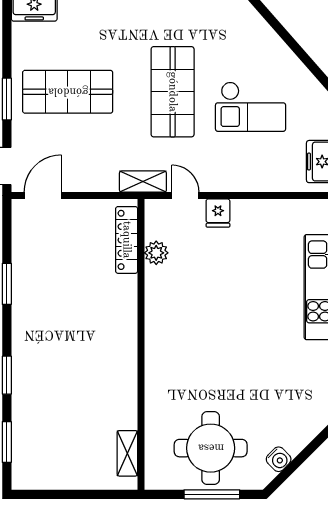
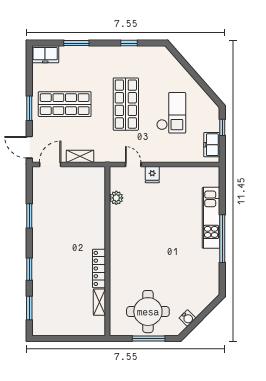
checkout: (251, 107) -> (171, 113), turned -90
shelving: (143, 182) -> (80, 156), moved
locker: (127, 240) -> (99, 268), moved
shelving: (127, 453) -> (99, 302), moved

